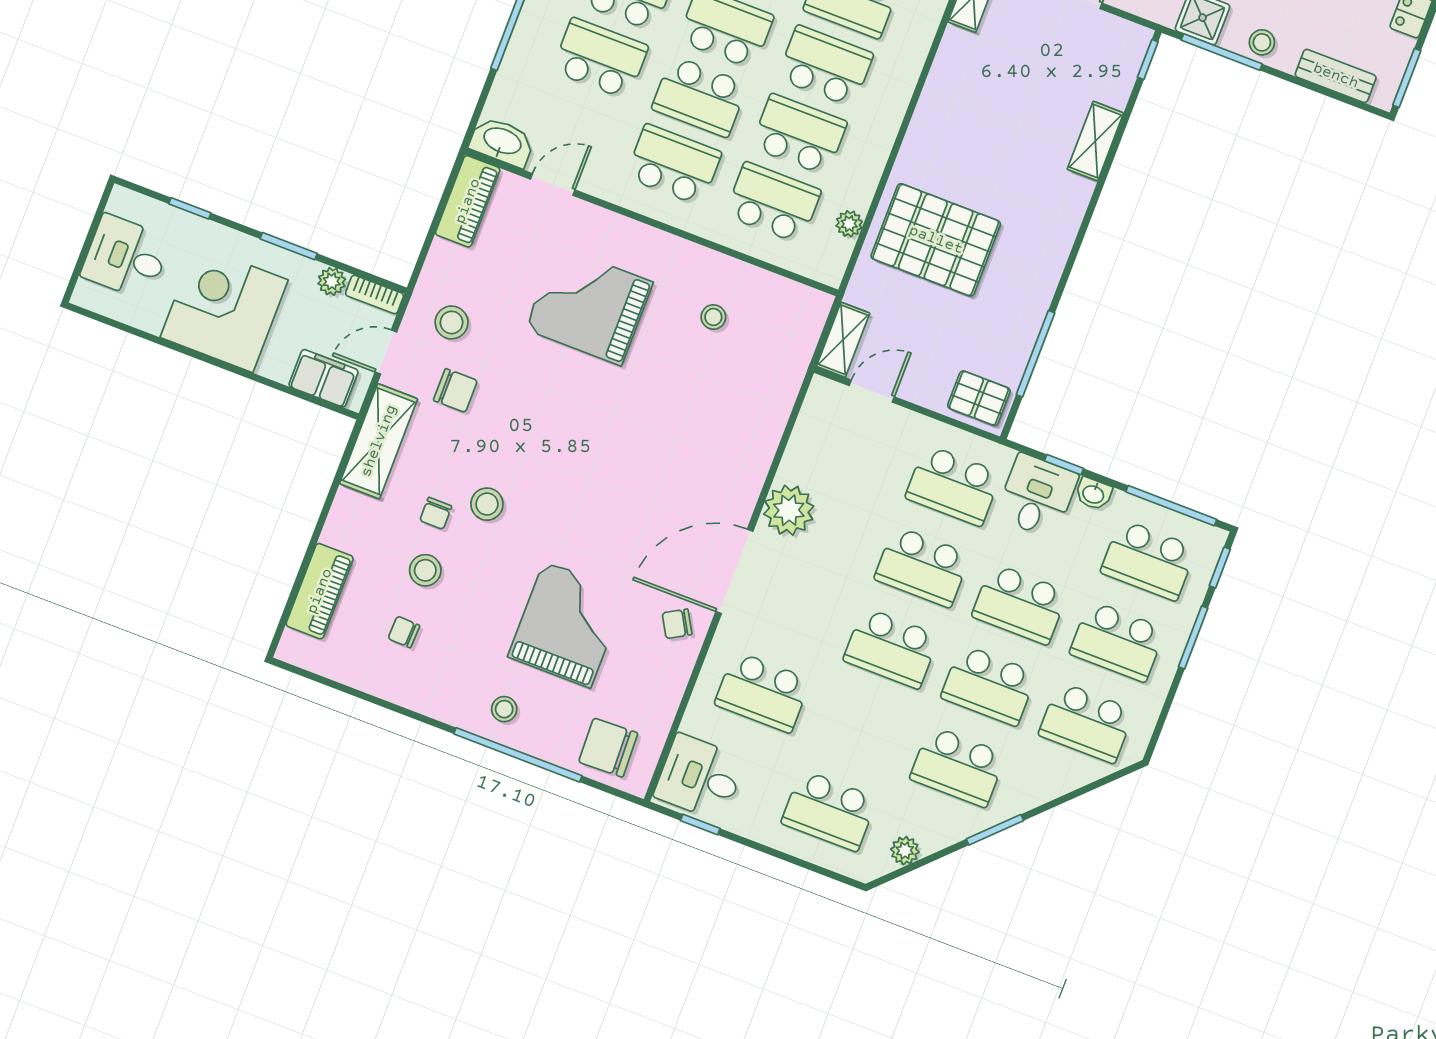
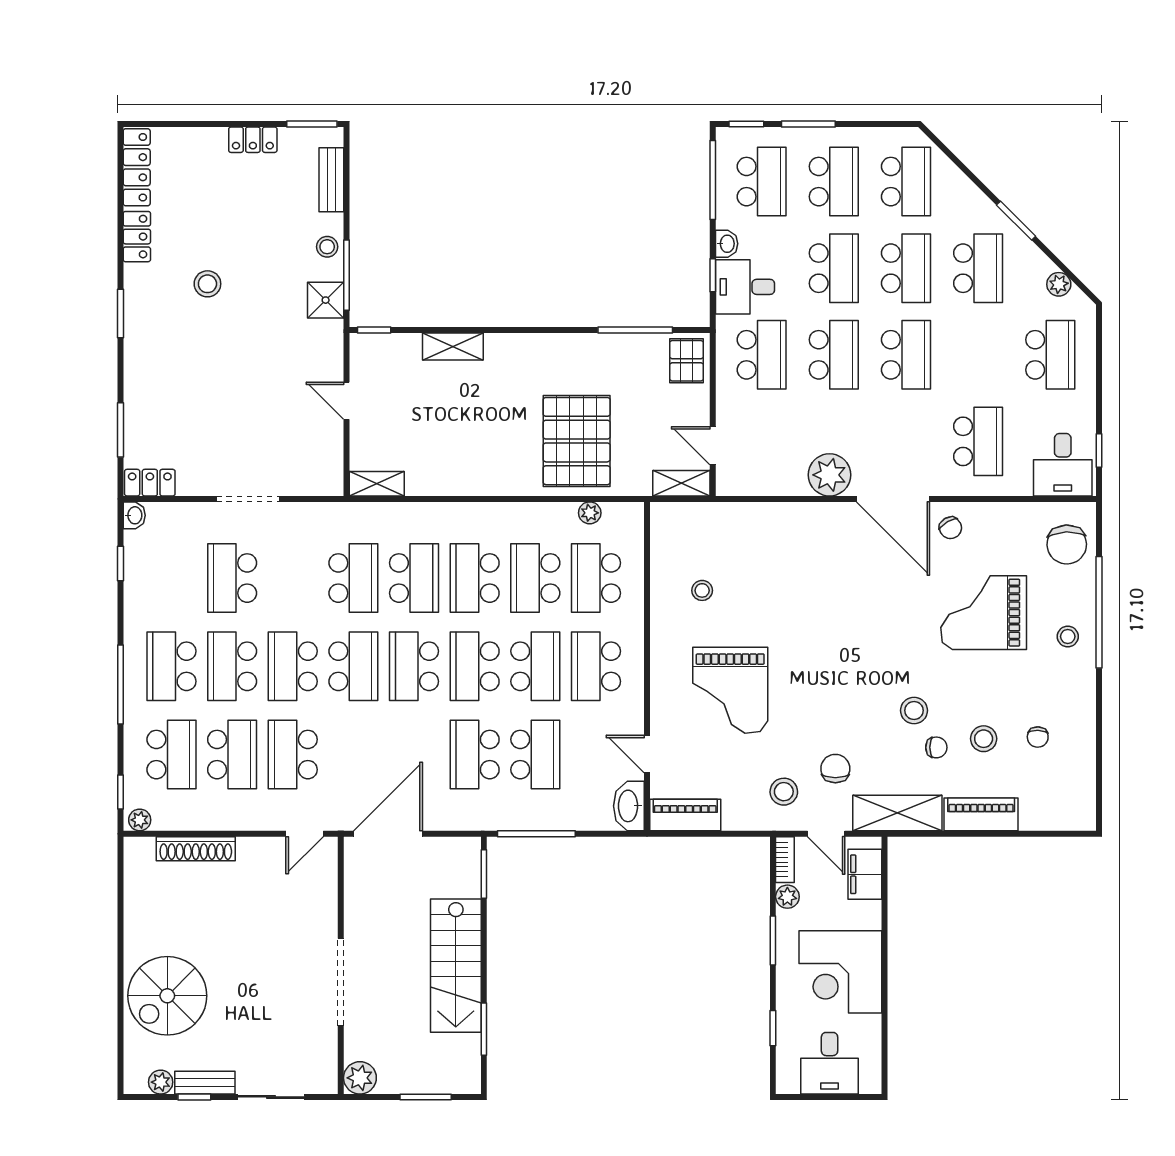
school desk: (600, 58) -> (535, 755), turned 180
piano: (320, 591) -> (981, 814), moved

